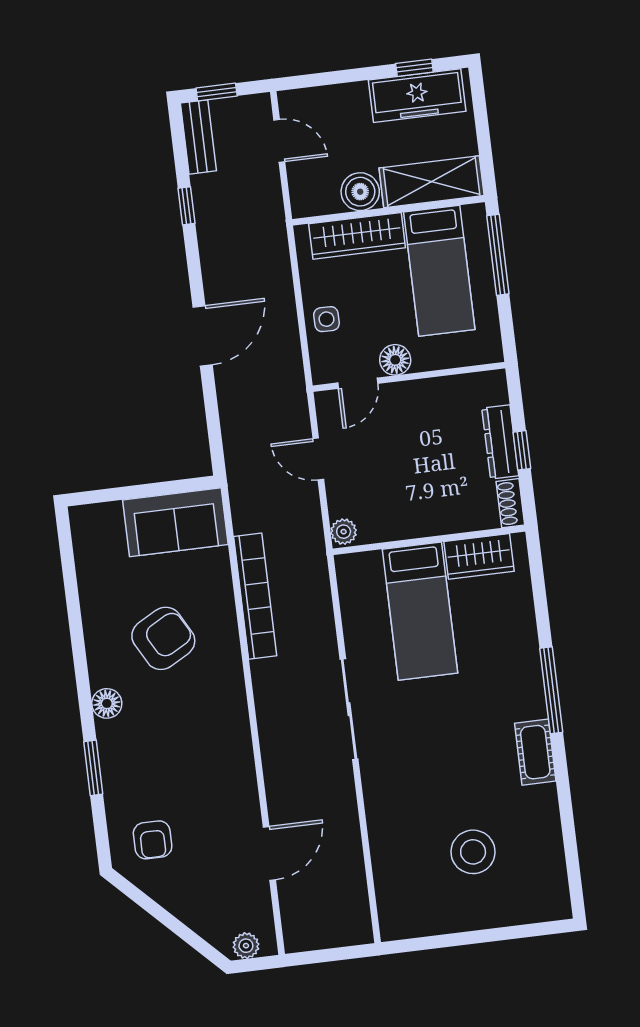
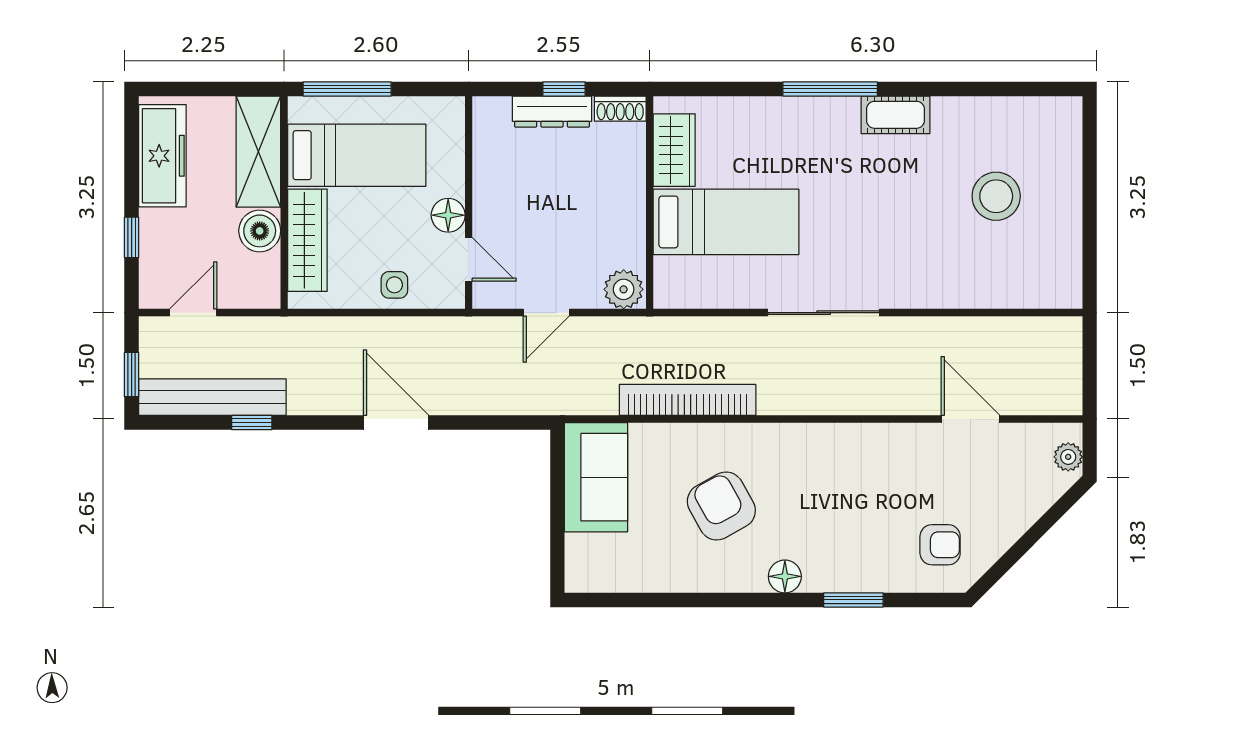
window: (414, 68) -> (132, 237), moved
bench: (198, 137) -> (212, 397), width x1.86, depth x1.21
plant: (344, 532) -> (624, 289), width x1.38, depth x1.38

